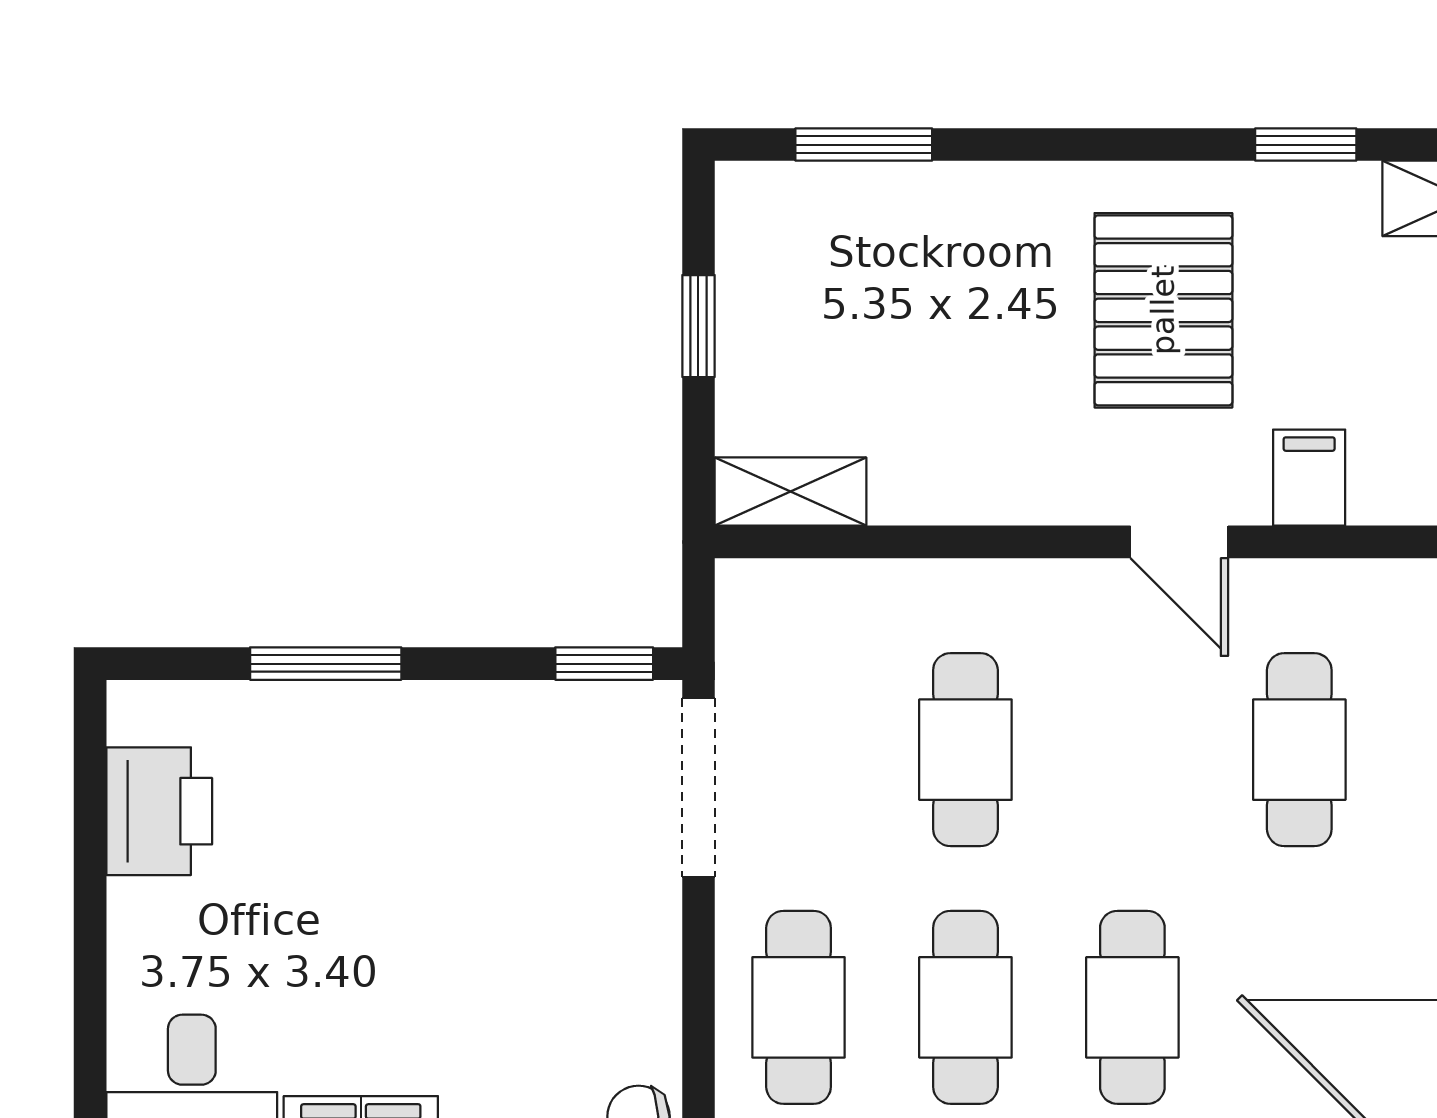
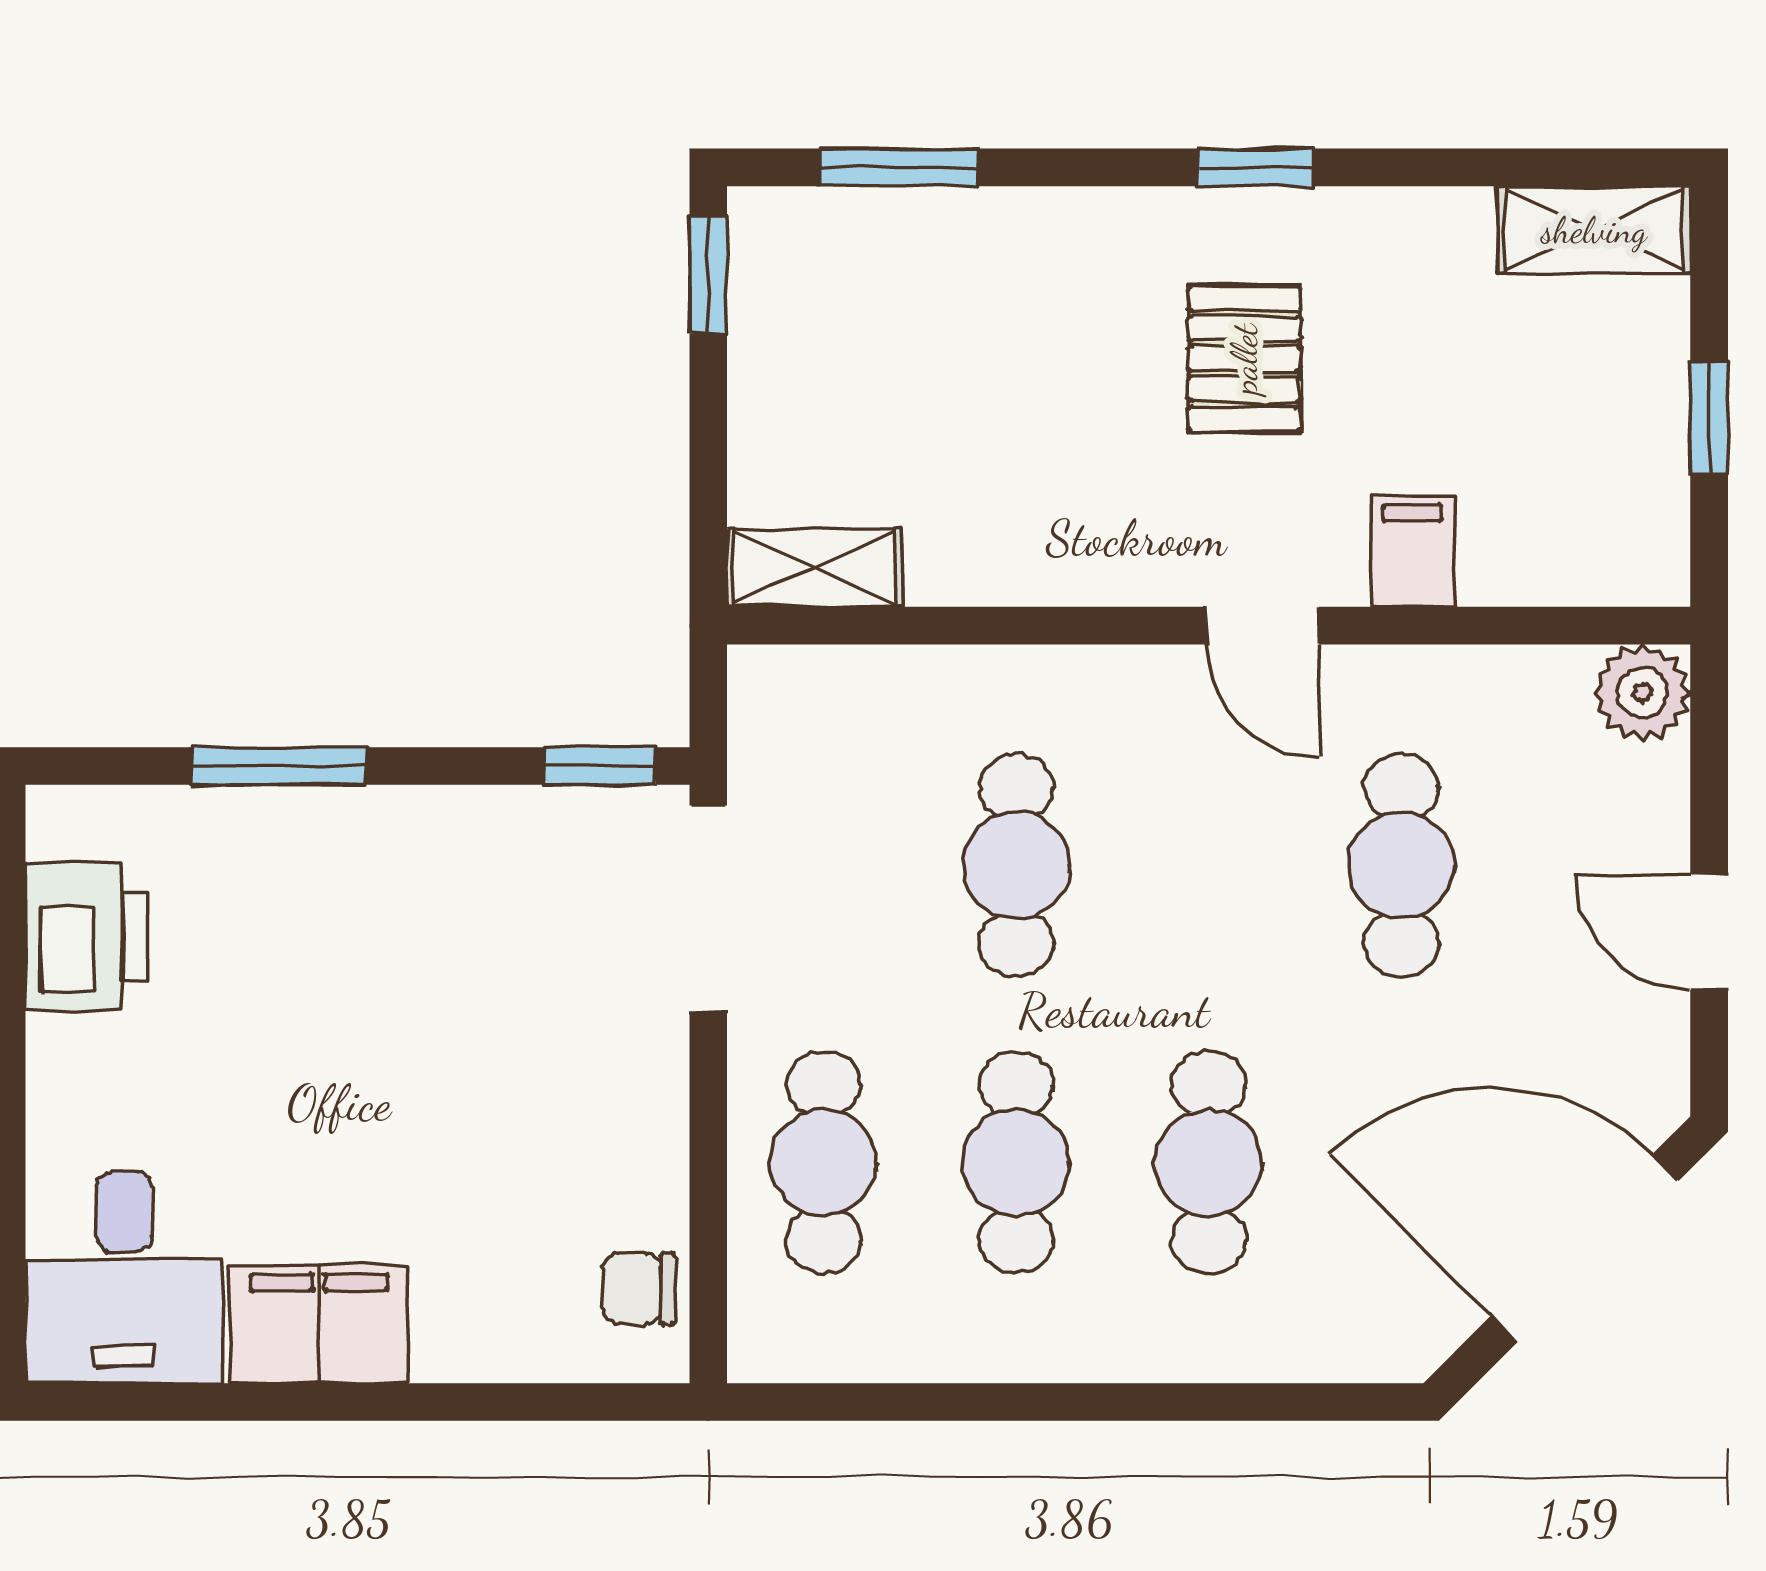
window: (1306, 145) -> (1256, 167), moved
pallet: (1163, 310) -> (1244, 359), width x0.67, depth x0.71
window: (698, 326) -> (708, 275), moved

